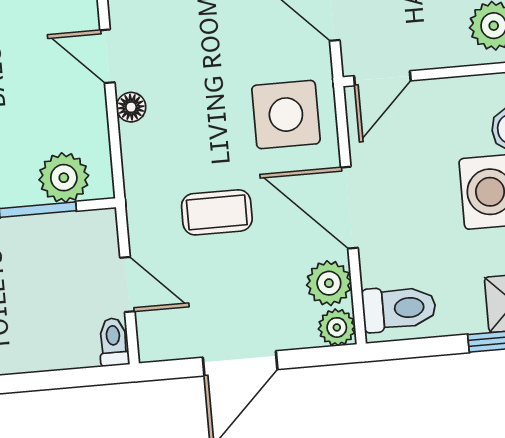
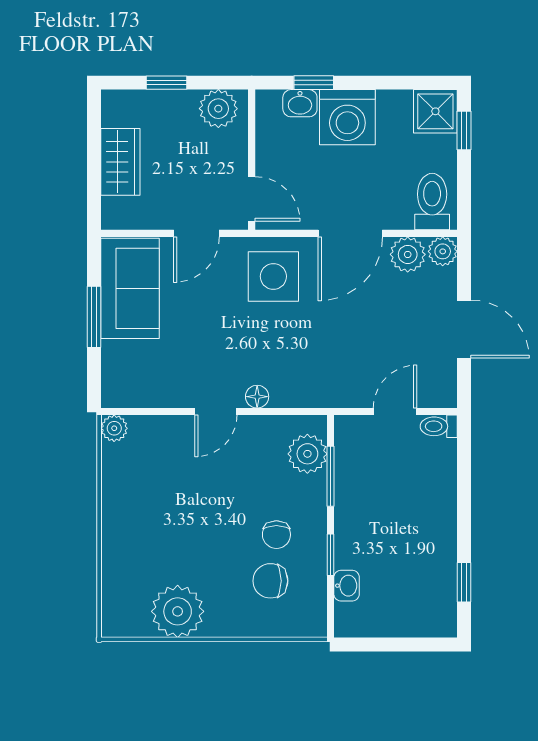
coffee table: (217, 212) -> (345, 337), removed

